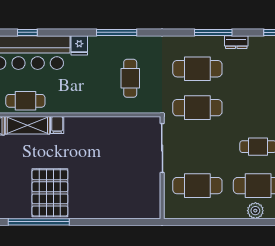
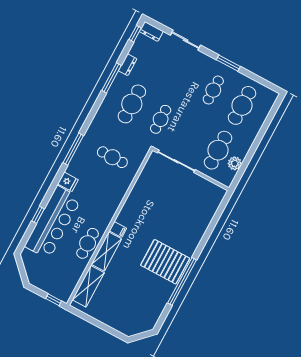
cafe table: (197, 108) -> (161, 119), width x0.73, depth x0.74
plant: (255, 211) -> (235, 163), moved

